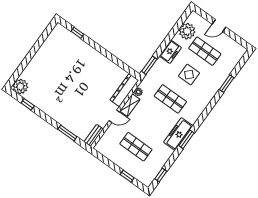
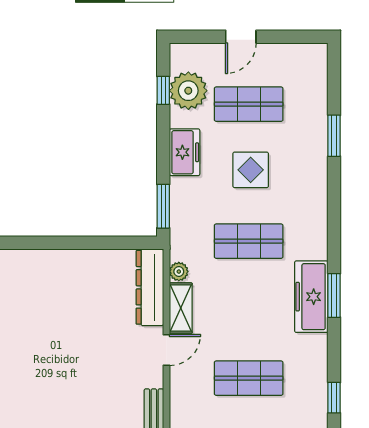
window: (179, 25) -> (163, 90), added

